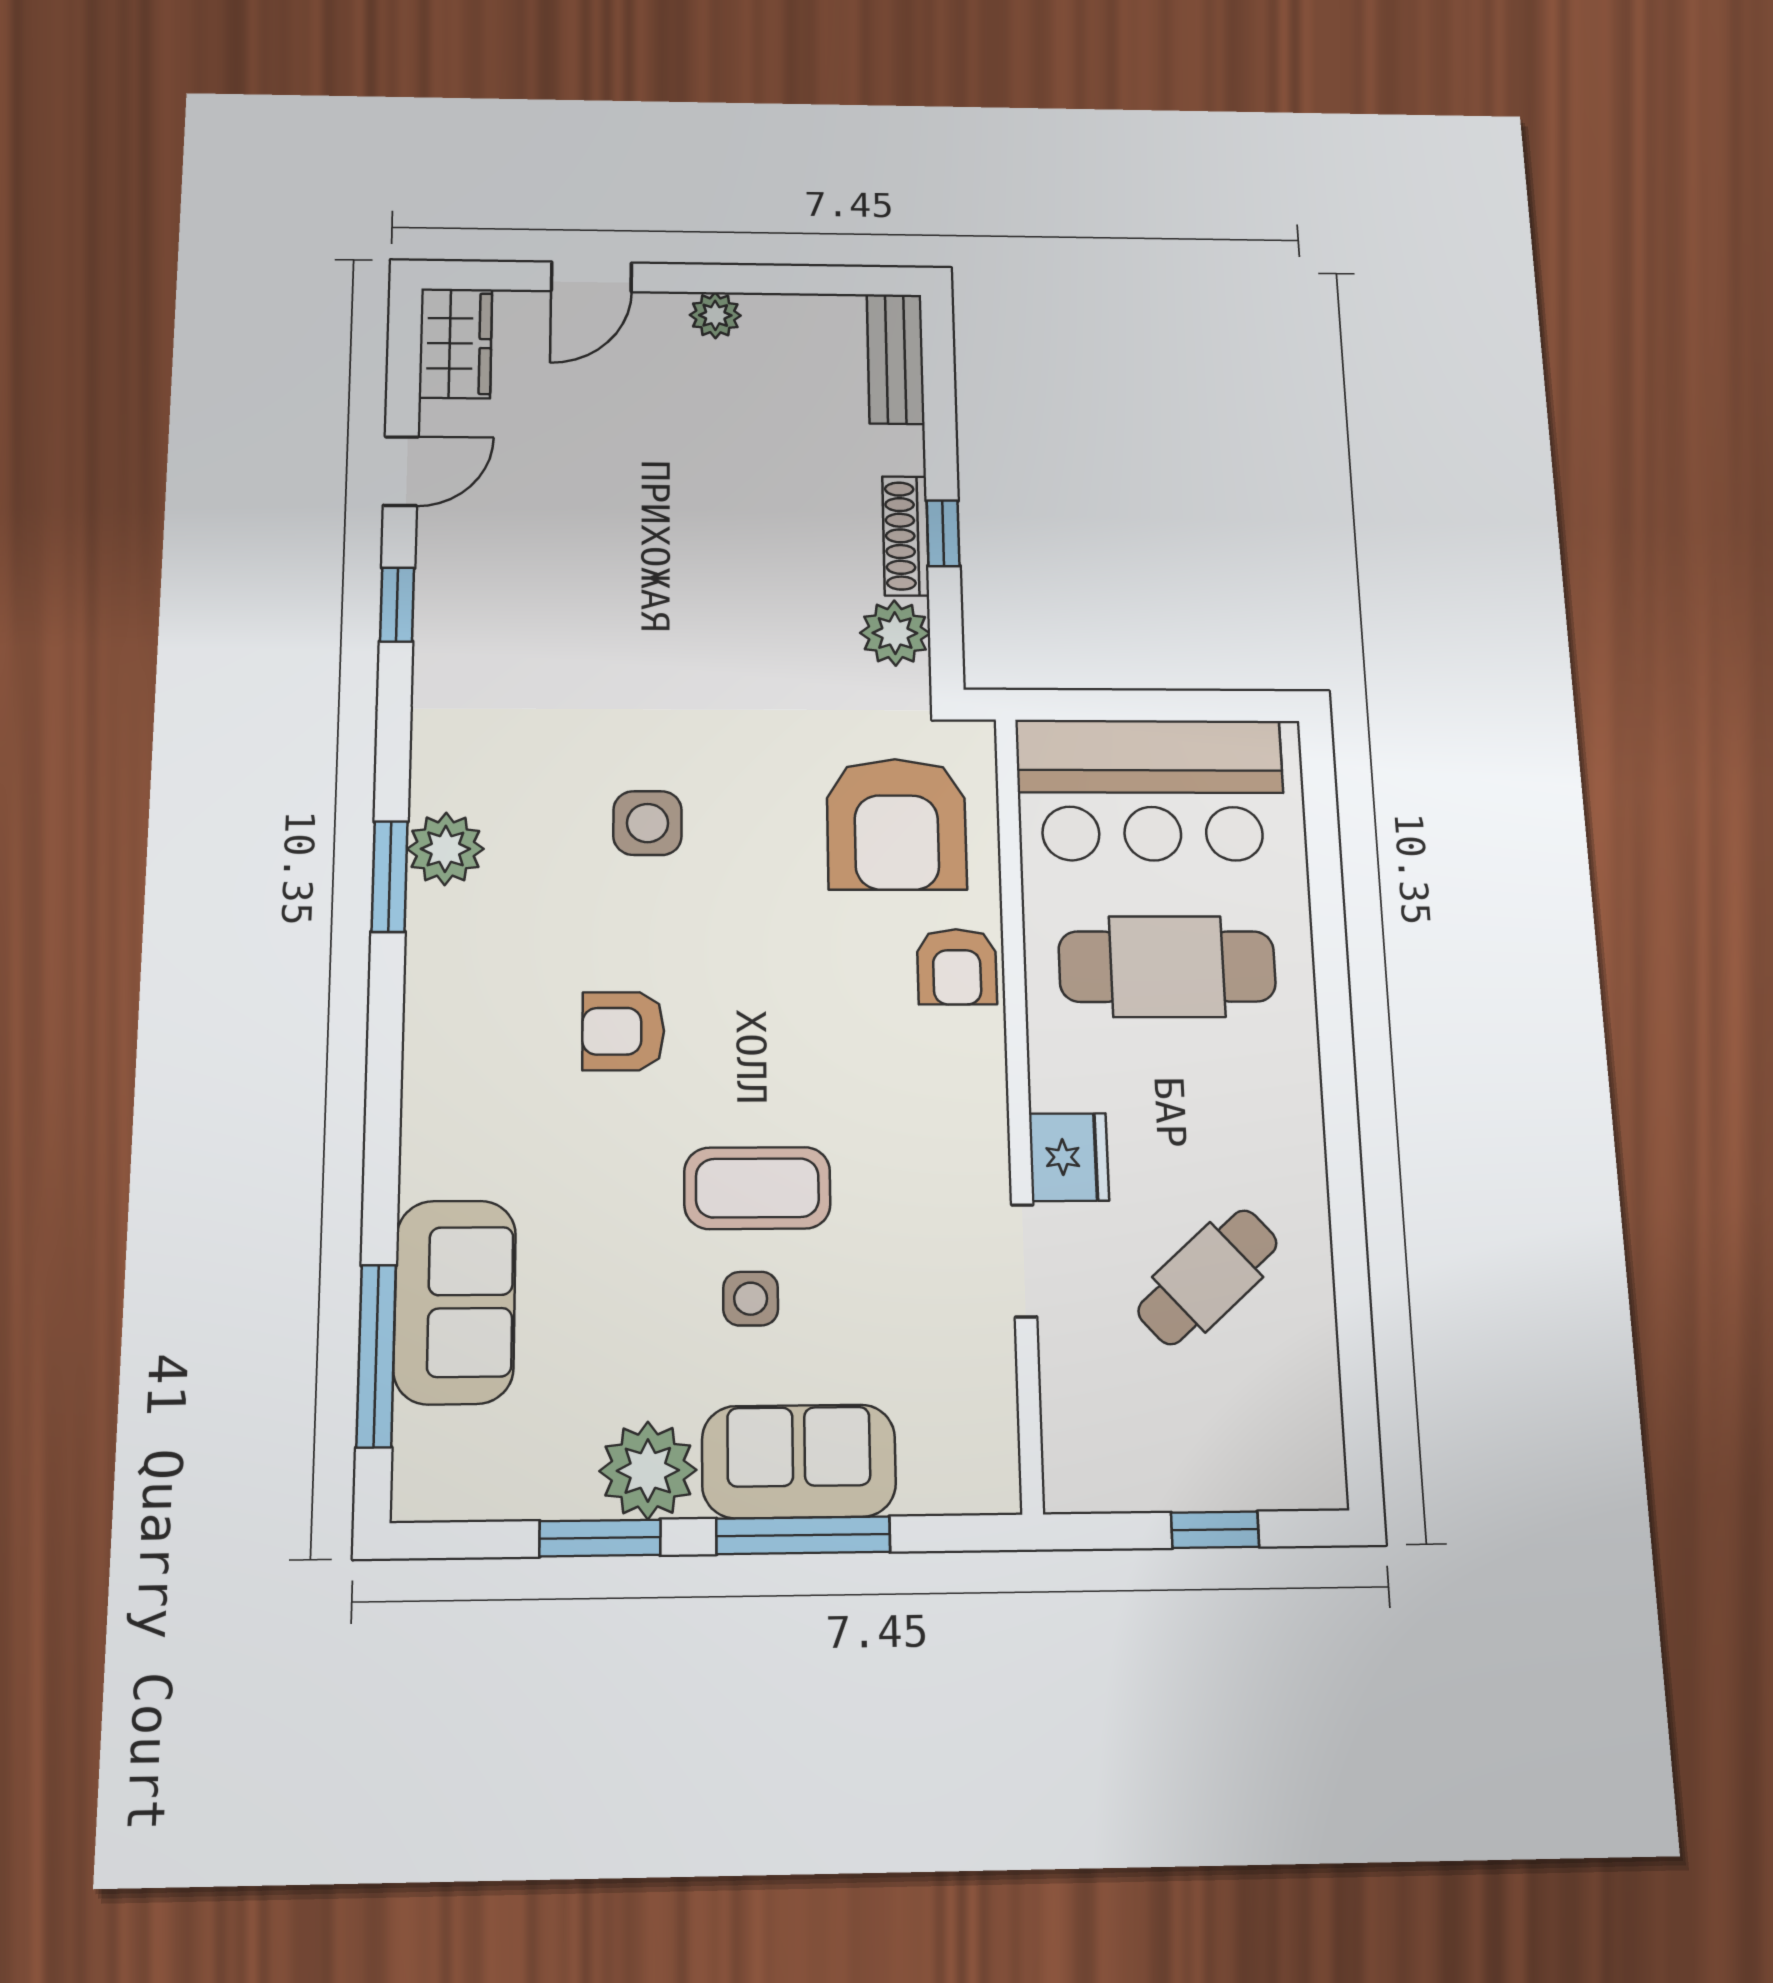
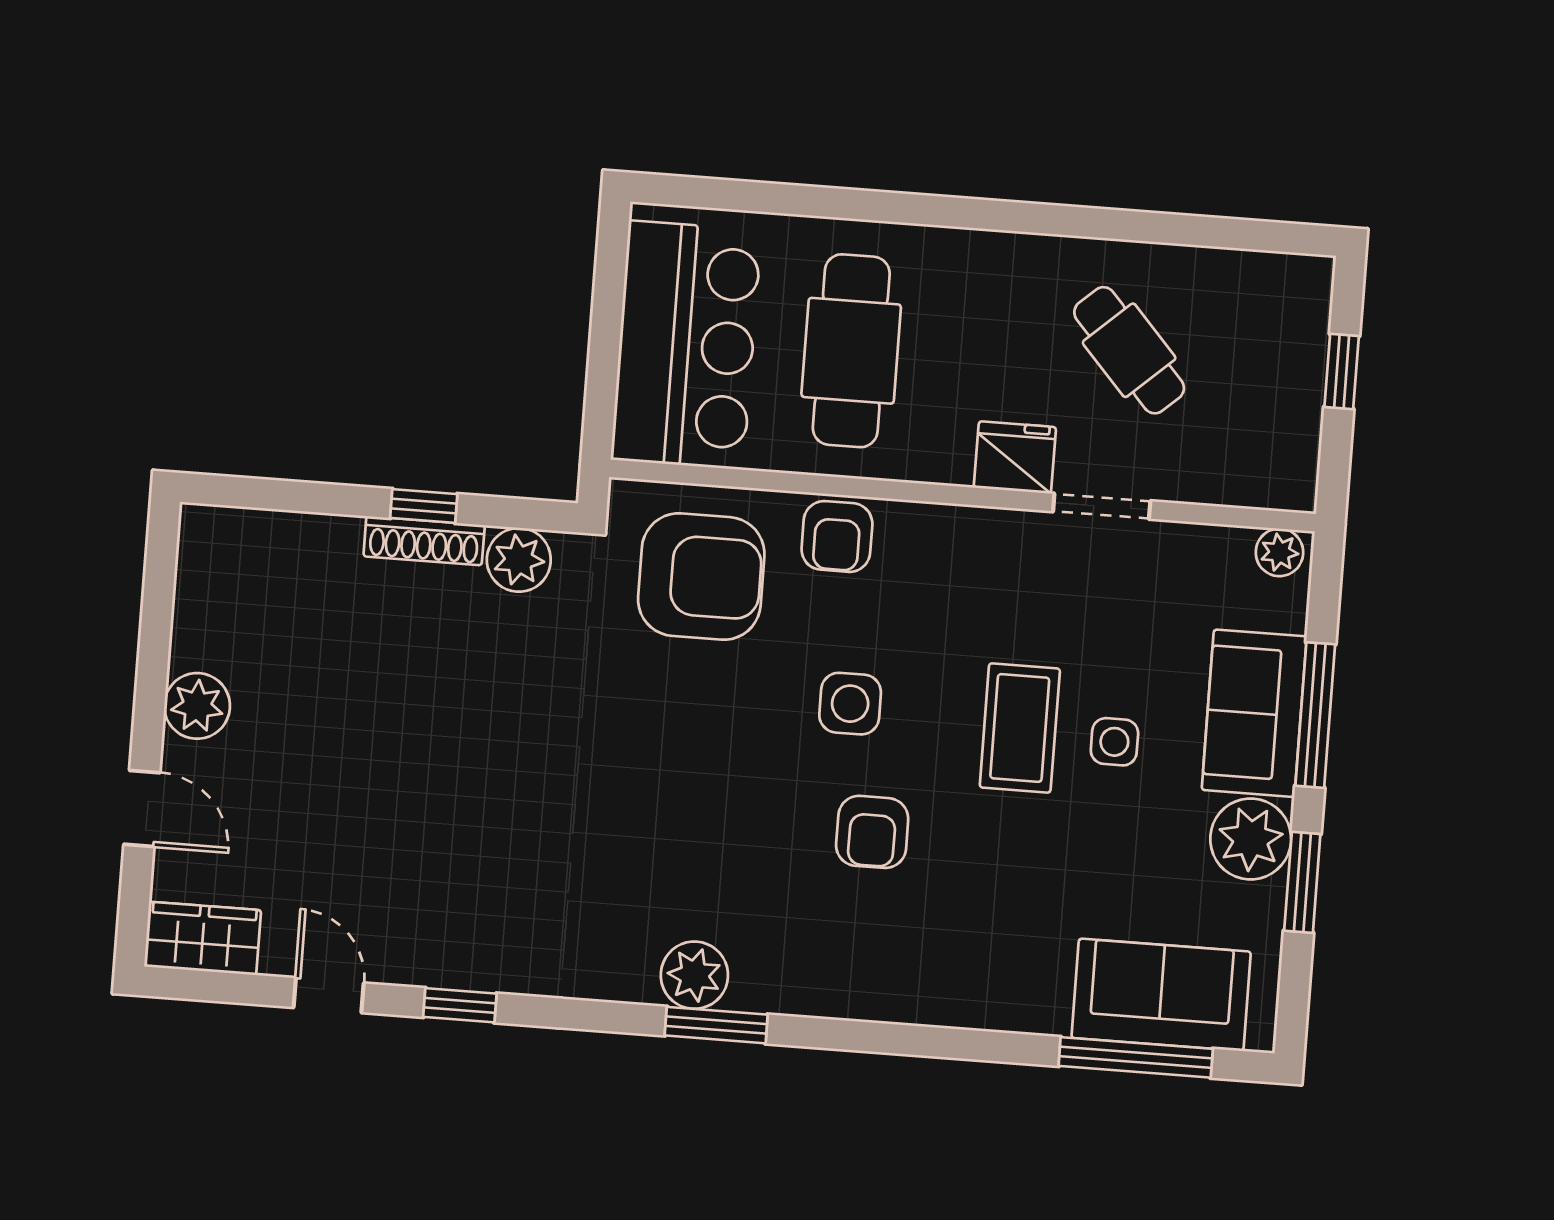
plant: (715, 315) -> (197, 706), width x1.38, depth x1.38
bench: (896, 359) -> (244, 532), removed
side table: (647, 823) -> (850, 704), moved
armchair: (957, 967) -> (837, 536), turned 90
sofa: (455, 1302) -> (1161, 995), moved
plant: (993, 1474) -> (1279, 552), added

